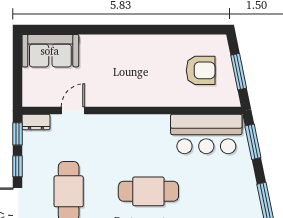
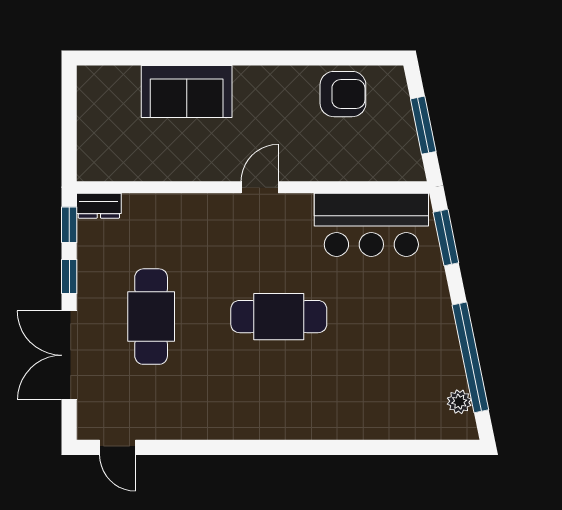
sofa: (50, 51) -> (187, 92), moved
armchair: (201, 70) -> (343, 94), moved
door: (73, 110) -> (260, 187), moved

